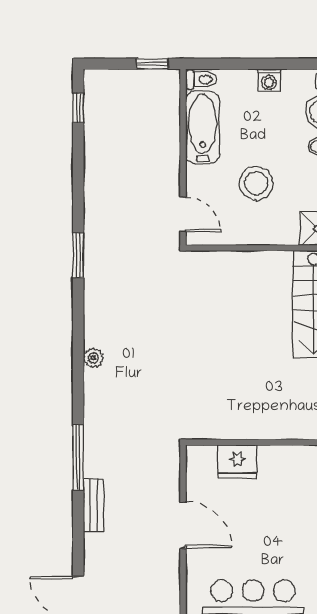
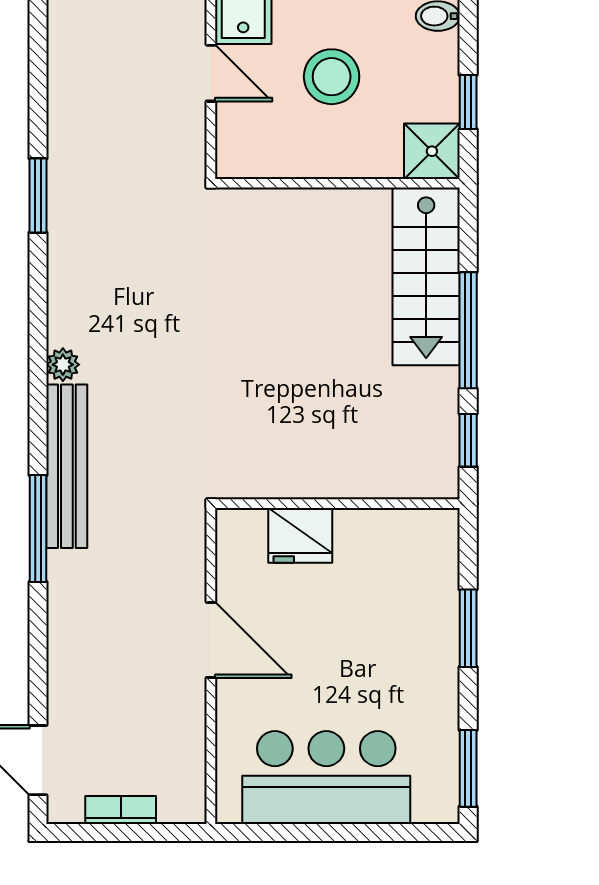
door: (183, 214) -> (211, 73), moved
bench: (93, 505) -> (67, 466), moved, width x1.86, depth x1.21

